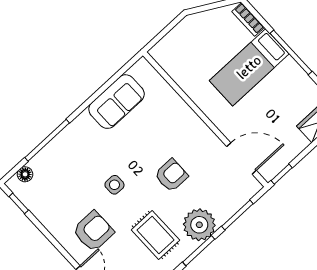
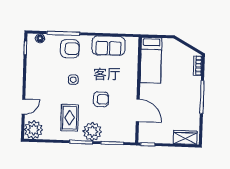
bed: (249, 67) -> (151, 60), moved, turned -90
door: (241, 158) -> (138, 110), moved
armchair: (93, 231) -> (70, 49), moved

